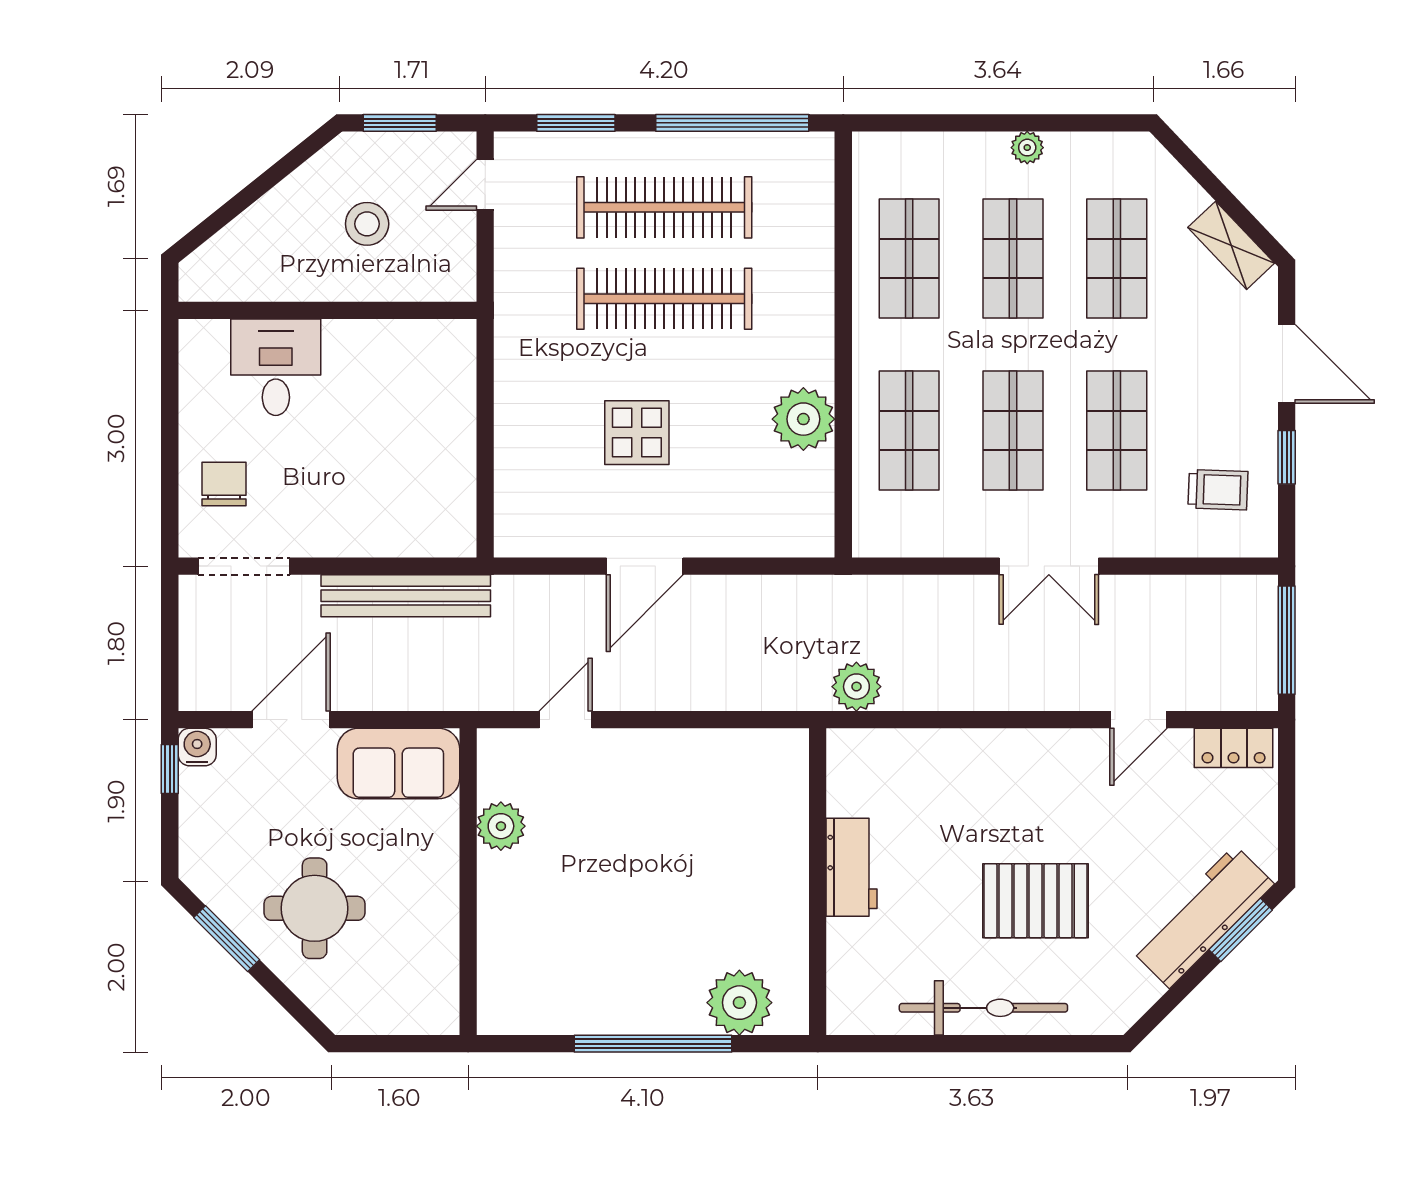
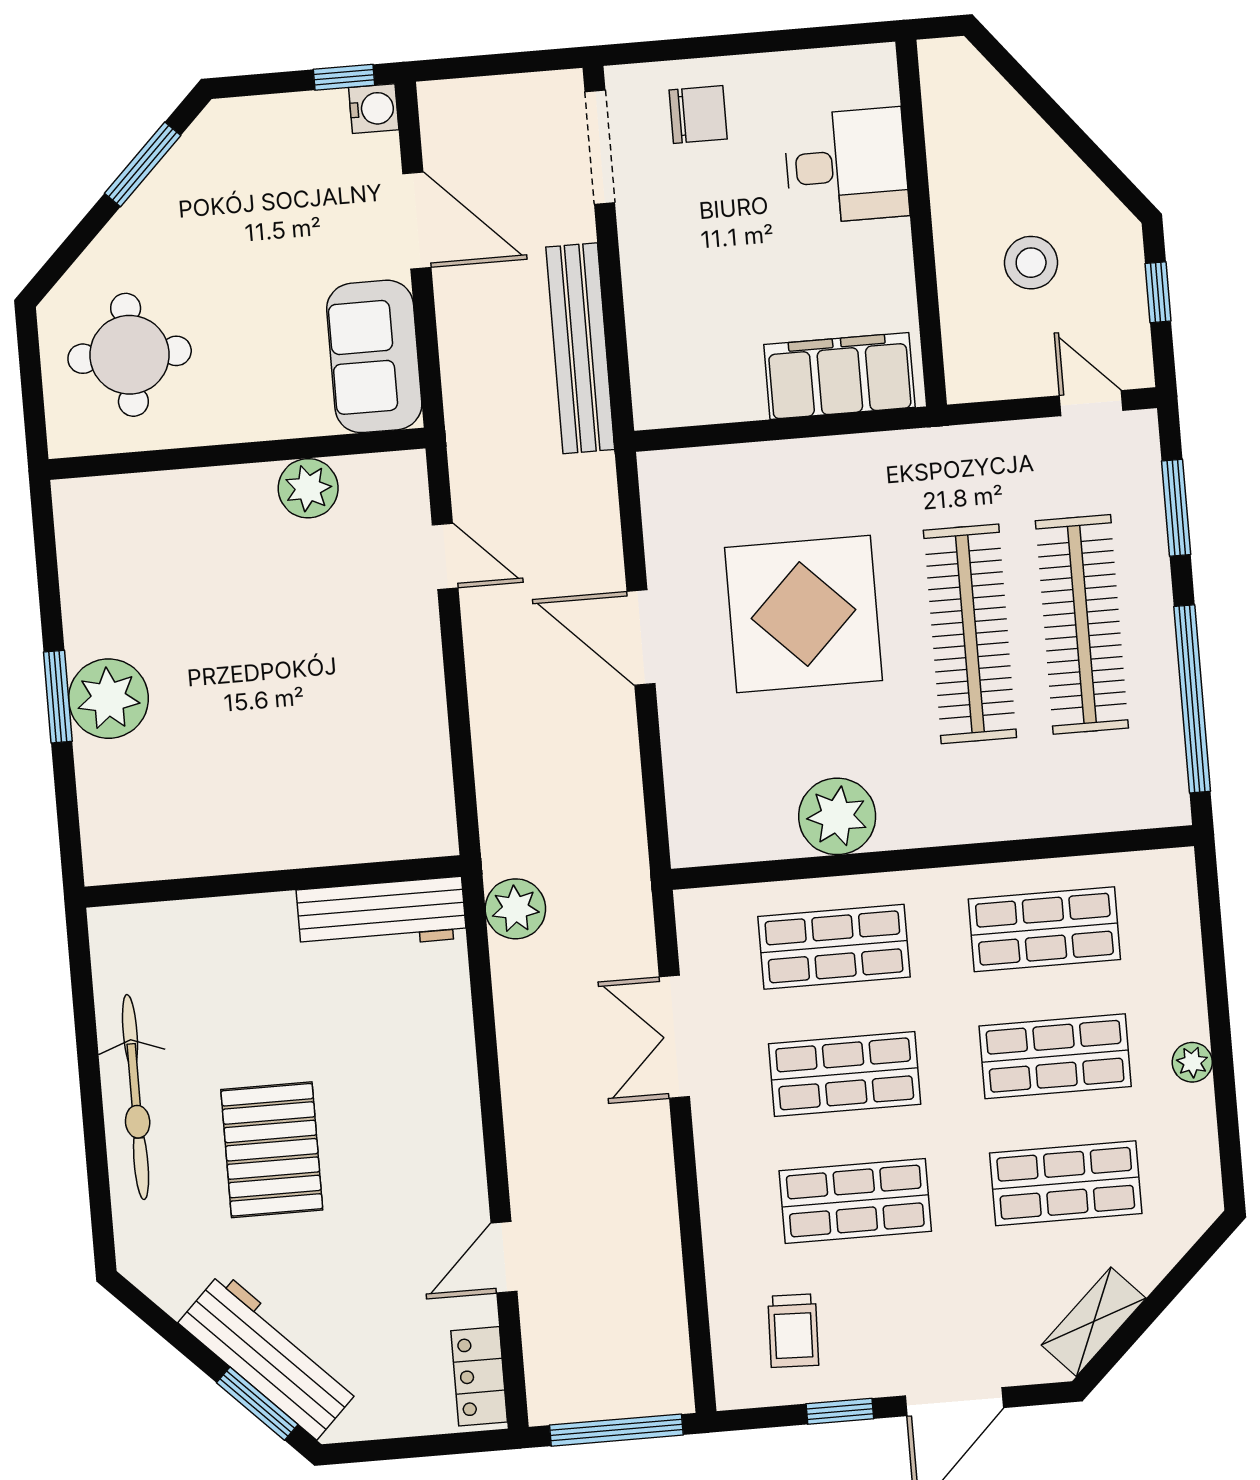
window: (400, 123) -> (1158, 292), width x0.67
filing cabinet: (446, 387) -> (839, 376), added
display table: (637, 433) -> (804, 614), width x1.86, depth x1.86
double door: (1049, 566) -> (674, 1037), moved
door: (1139, 720) -> (504, 1257), hinge flipped
workbench: (852, 867) -> (381, 914), moved, width x1.38
round table: (315, 908) -> (130, 355), moved
plant: (739, 1003) -> (108, 699), moved
window: (653, 1044) -> (58, 697), width x0.47

